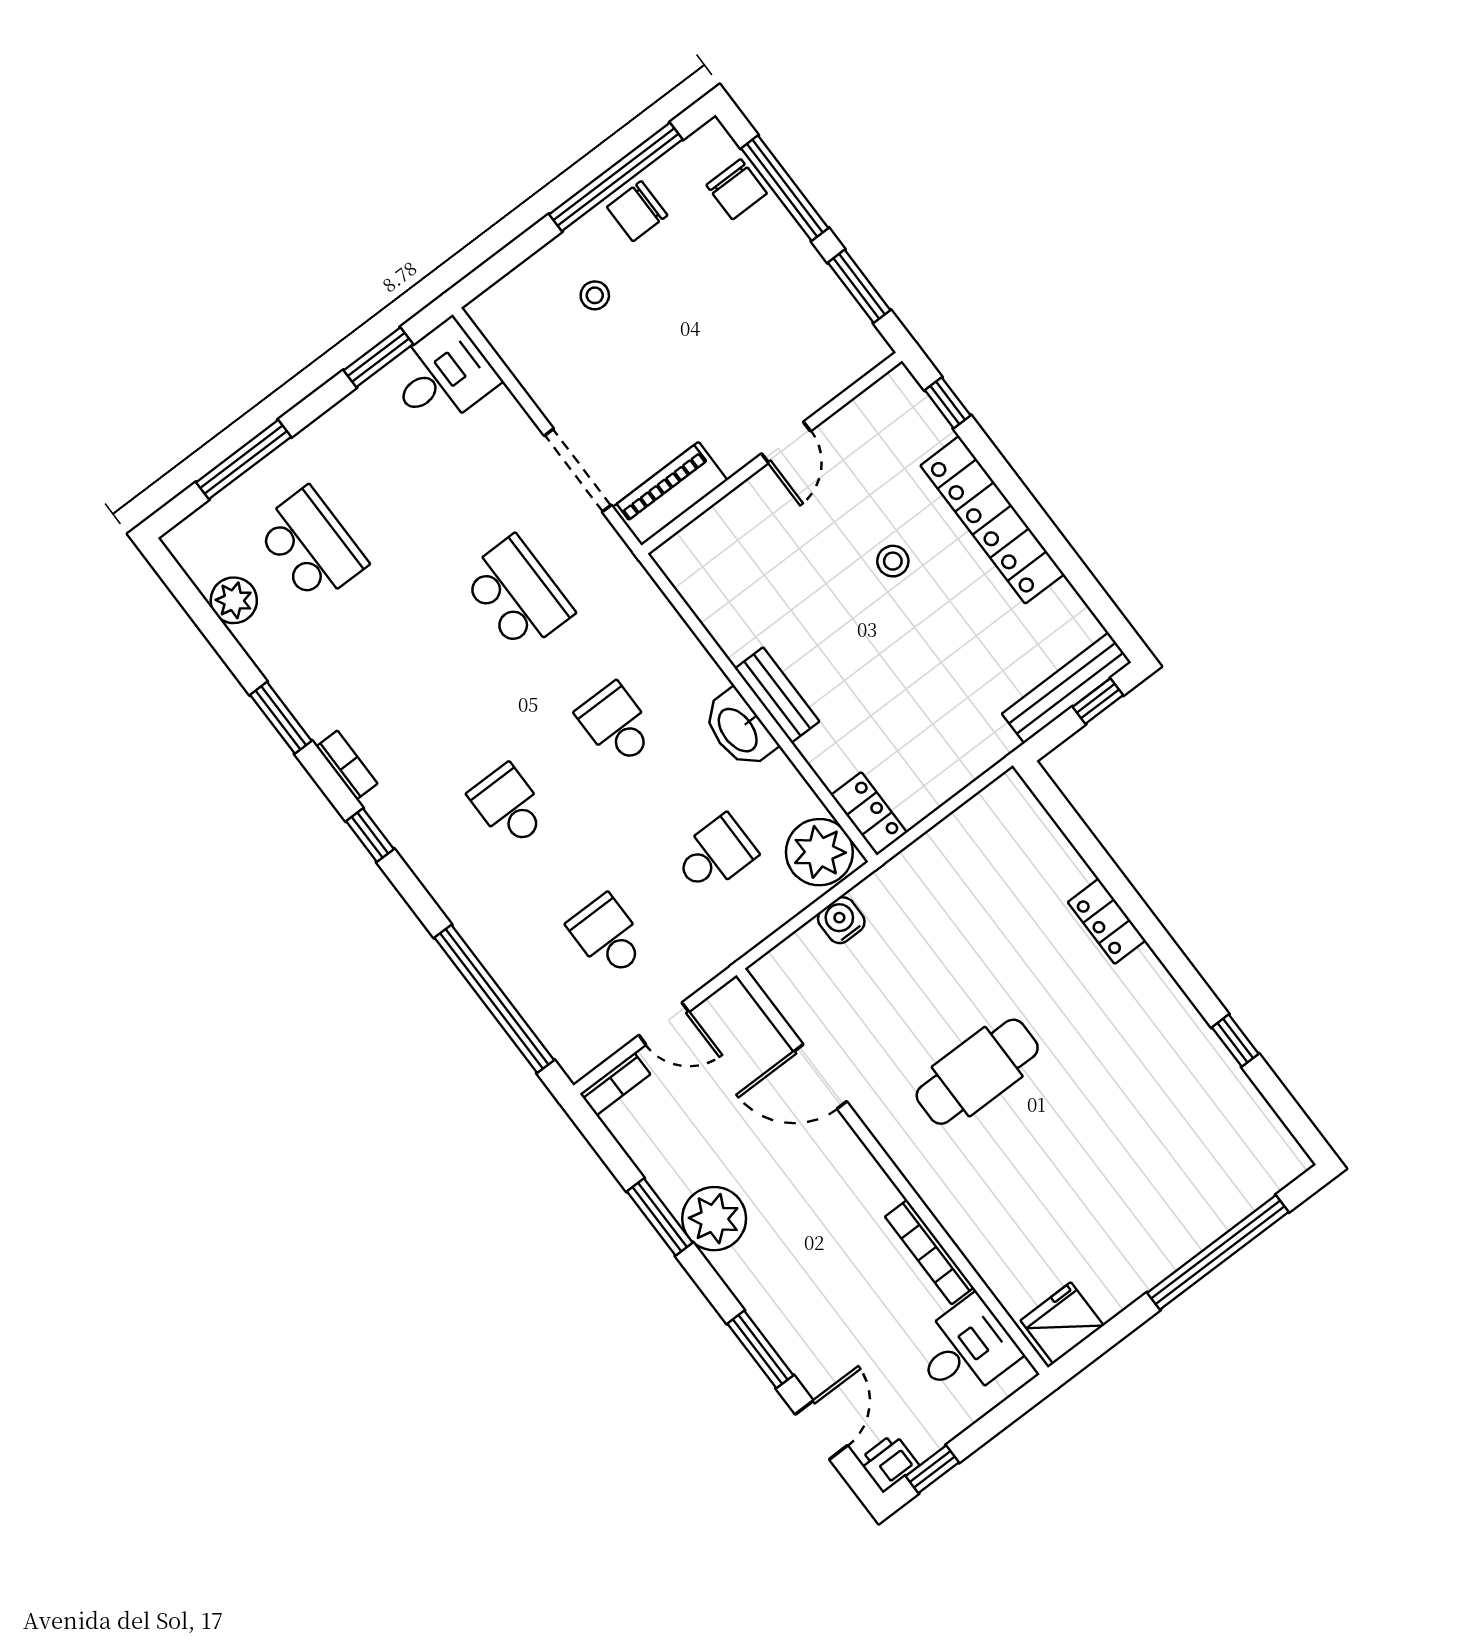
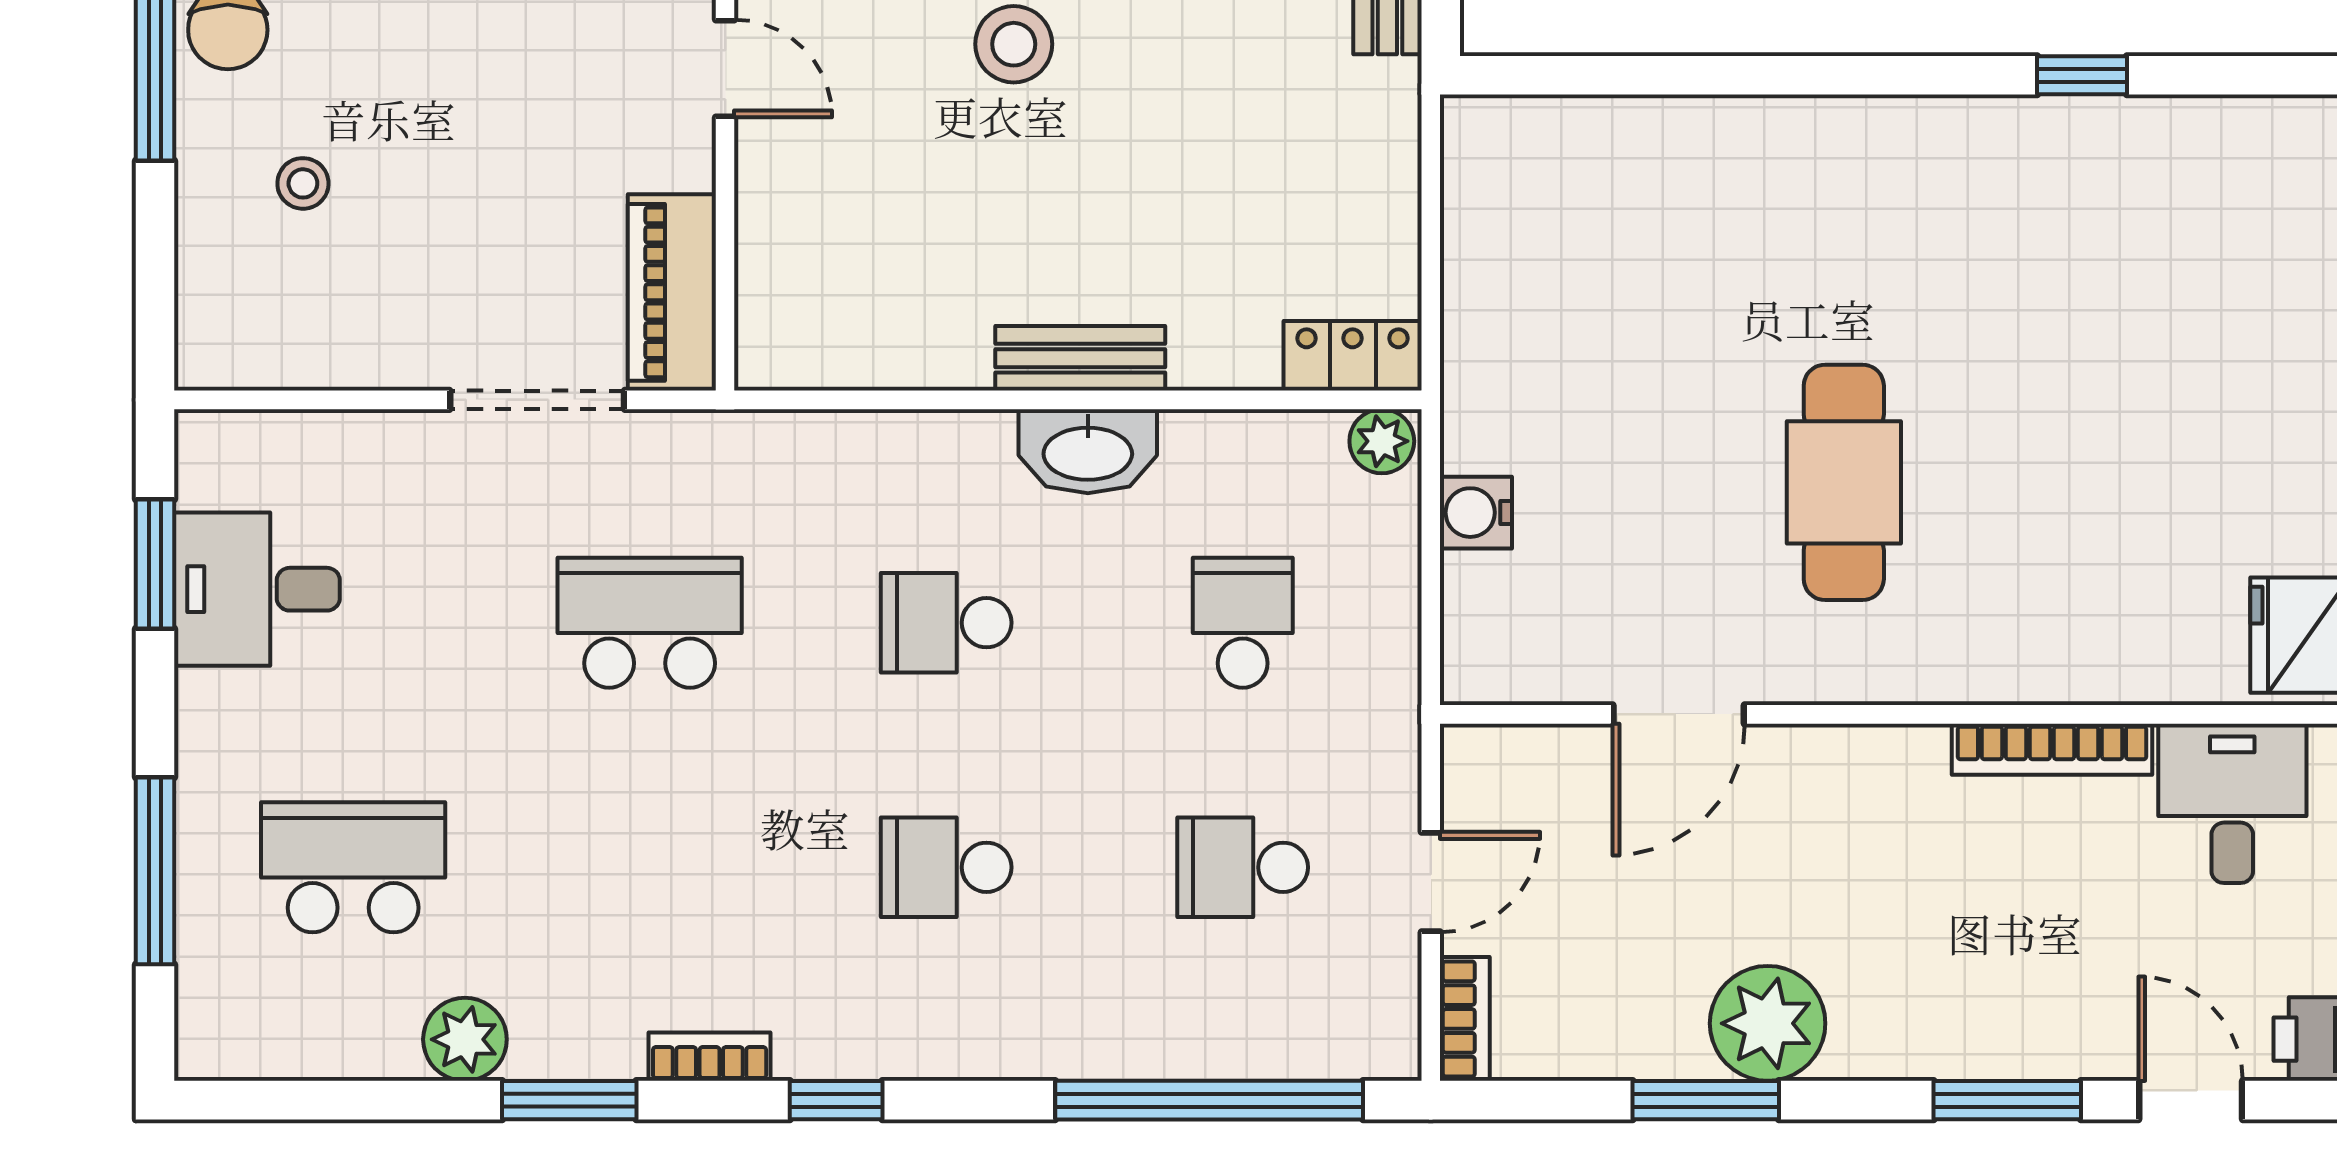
desk: (442, 375) -> (257, 589), moved, turned -90
stool: (893, 561) -> (1014, 44), width x1.37, depth x1.37
plant: (234, 600) -> (465, 1039), moved
plant: (819, 852) -> (1382, 441), width x0.53, depth x0.53
locker: (1107, 921) -> (1769, 130), removed

